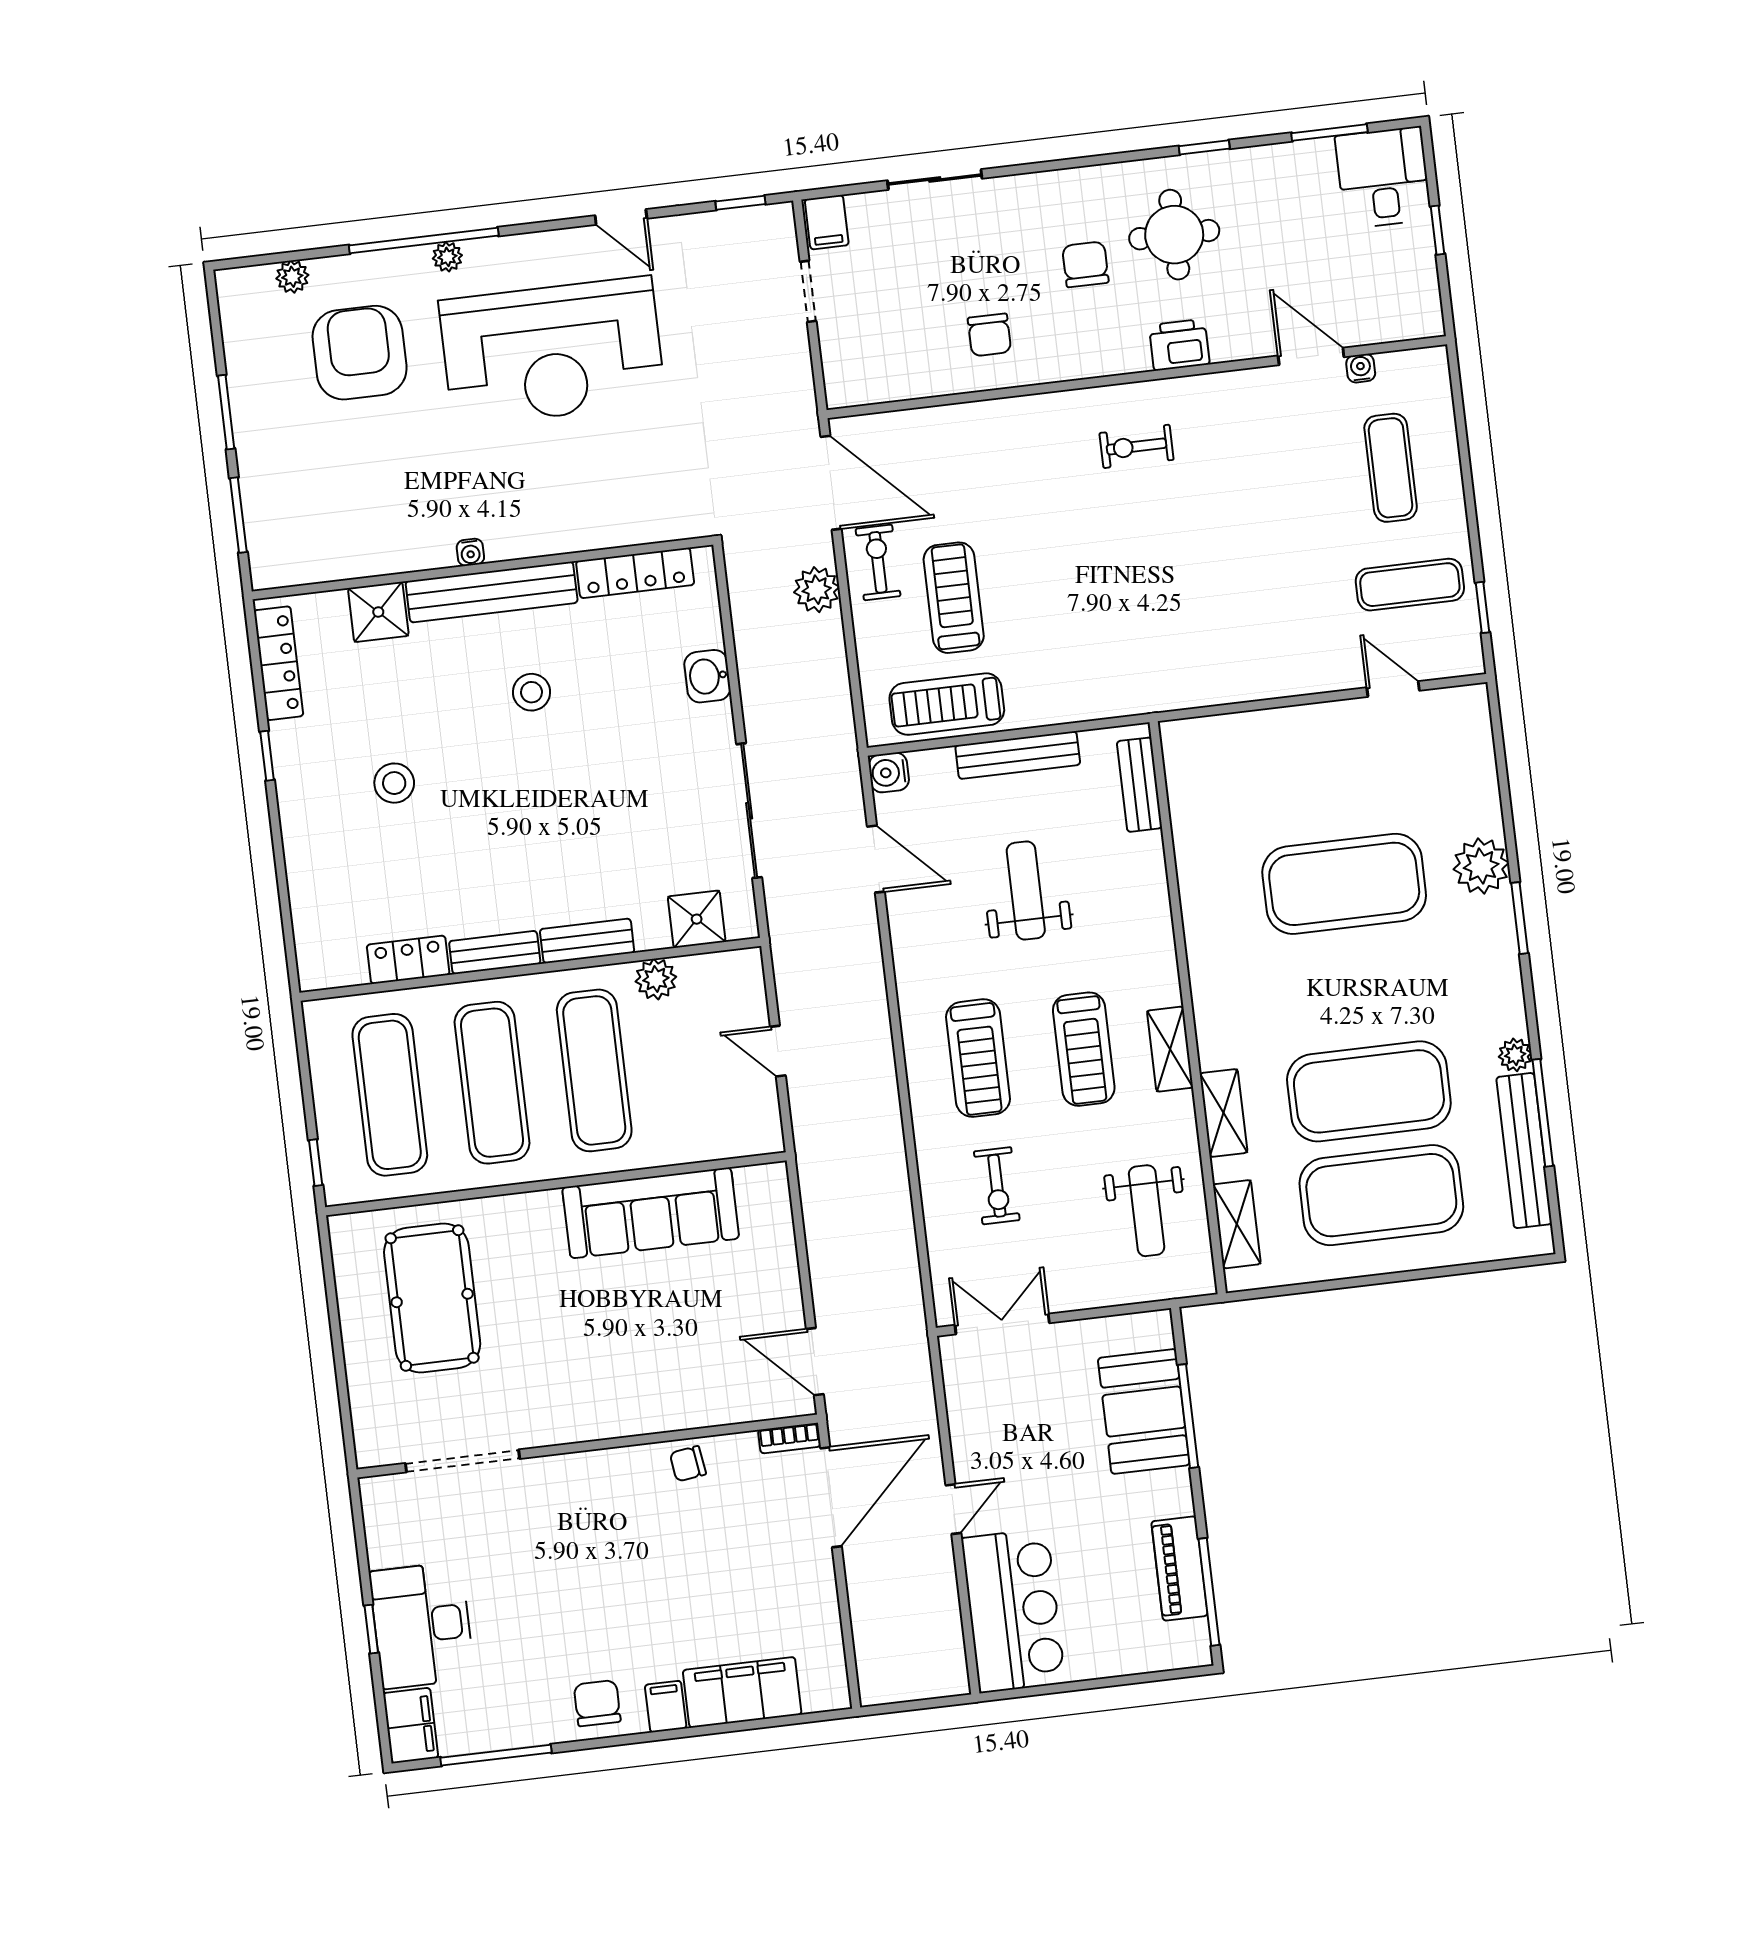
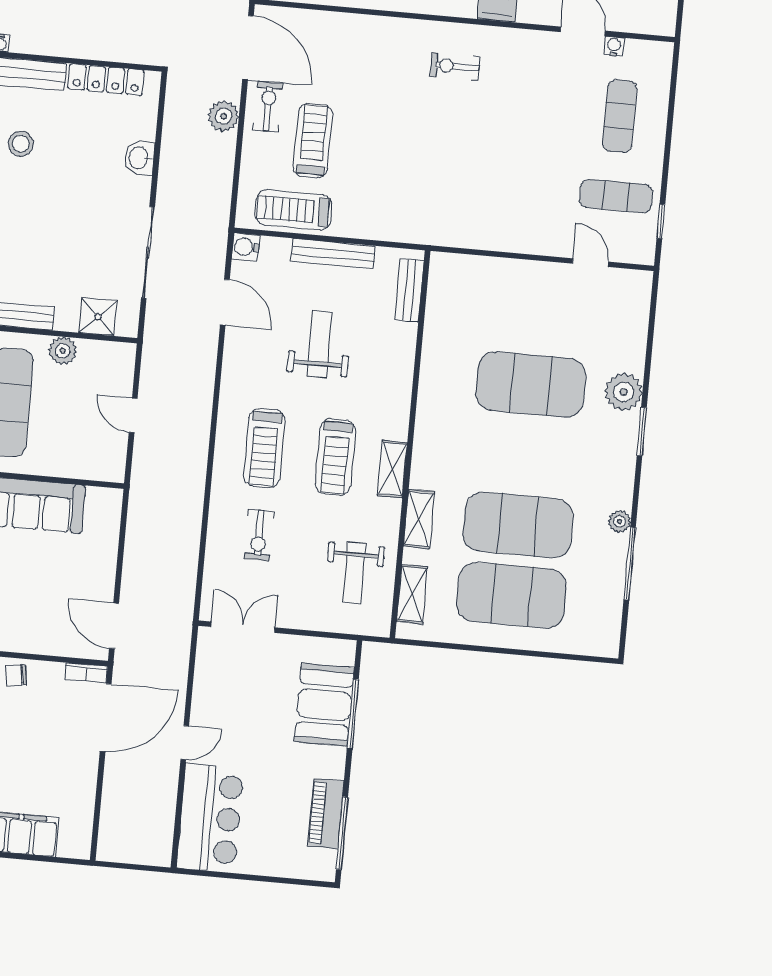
bench: (1524, 1151) -> (612, 586), removed

